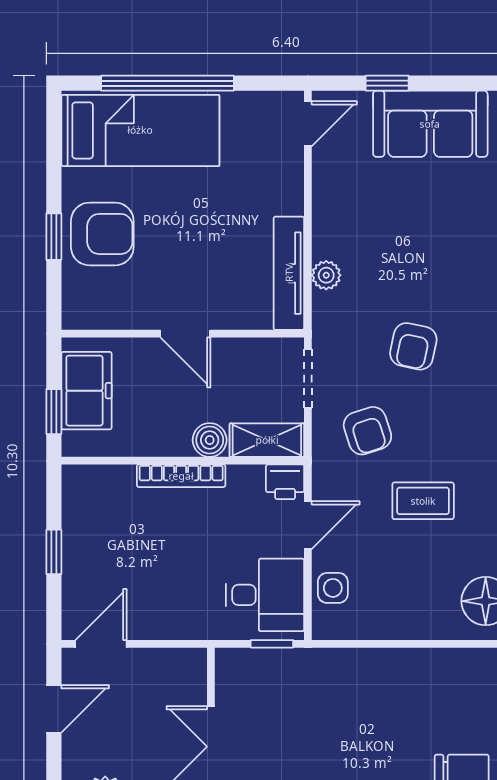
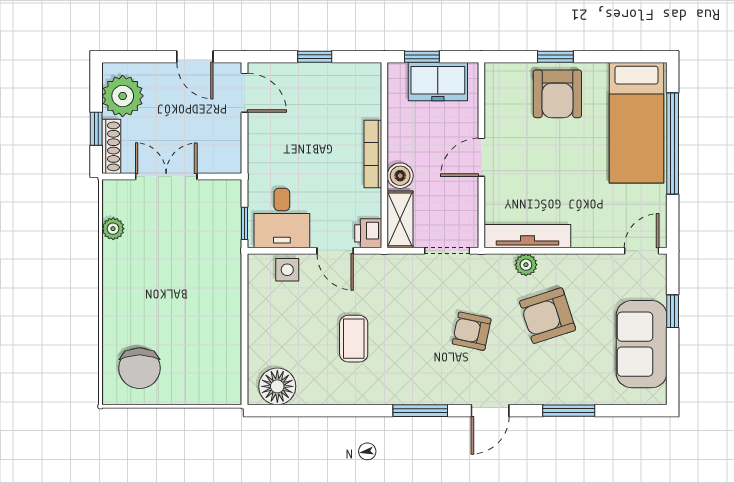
door: (308, 124) -> (642, 251), swing flipped
armchair: (367, 431) -> (548, 316), moved, width x1.38, depth x1.38

